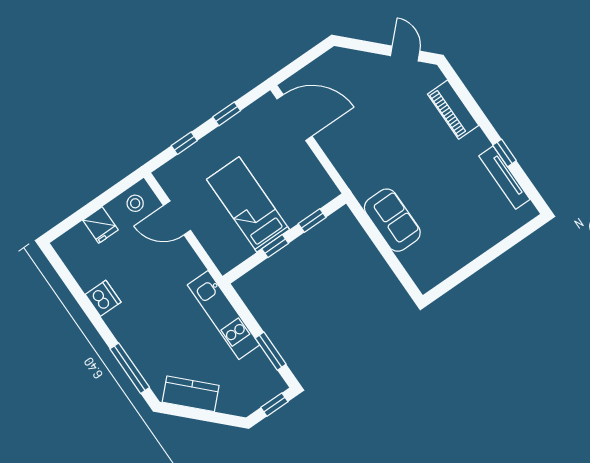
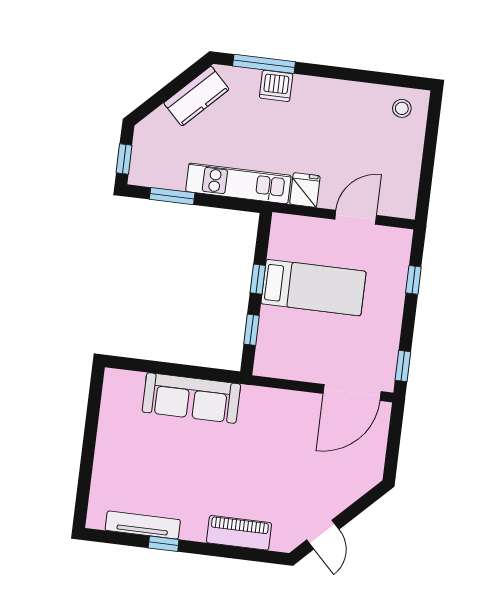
door: (405, 53) -> (323, 535), hinge flipped
window: (227, 114) -> (403, 366), moved
stool: (135, 203) -> (402, 108), moved
sofa: (392, 220) -> (191, 398), width x1.36
fridge: (100, 225) -> (305, 190), moved, turned 90
dishwasher: (103, 298) -> (276, 86), moved

